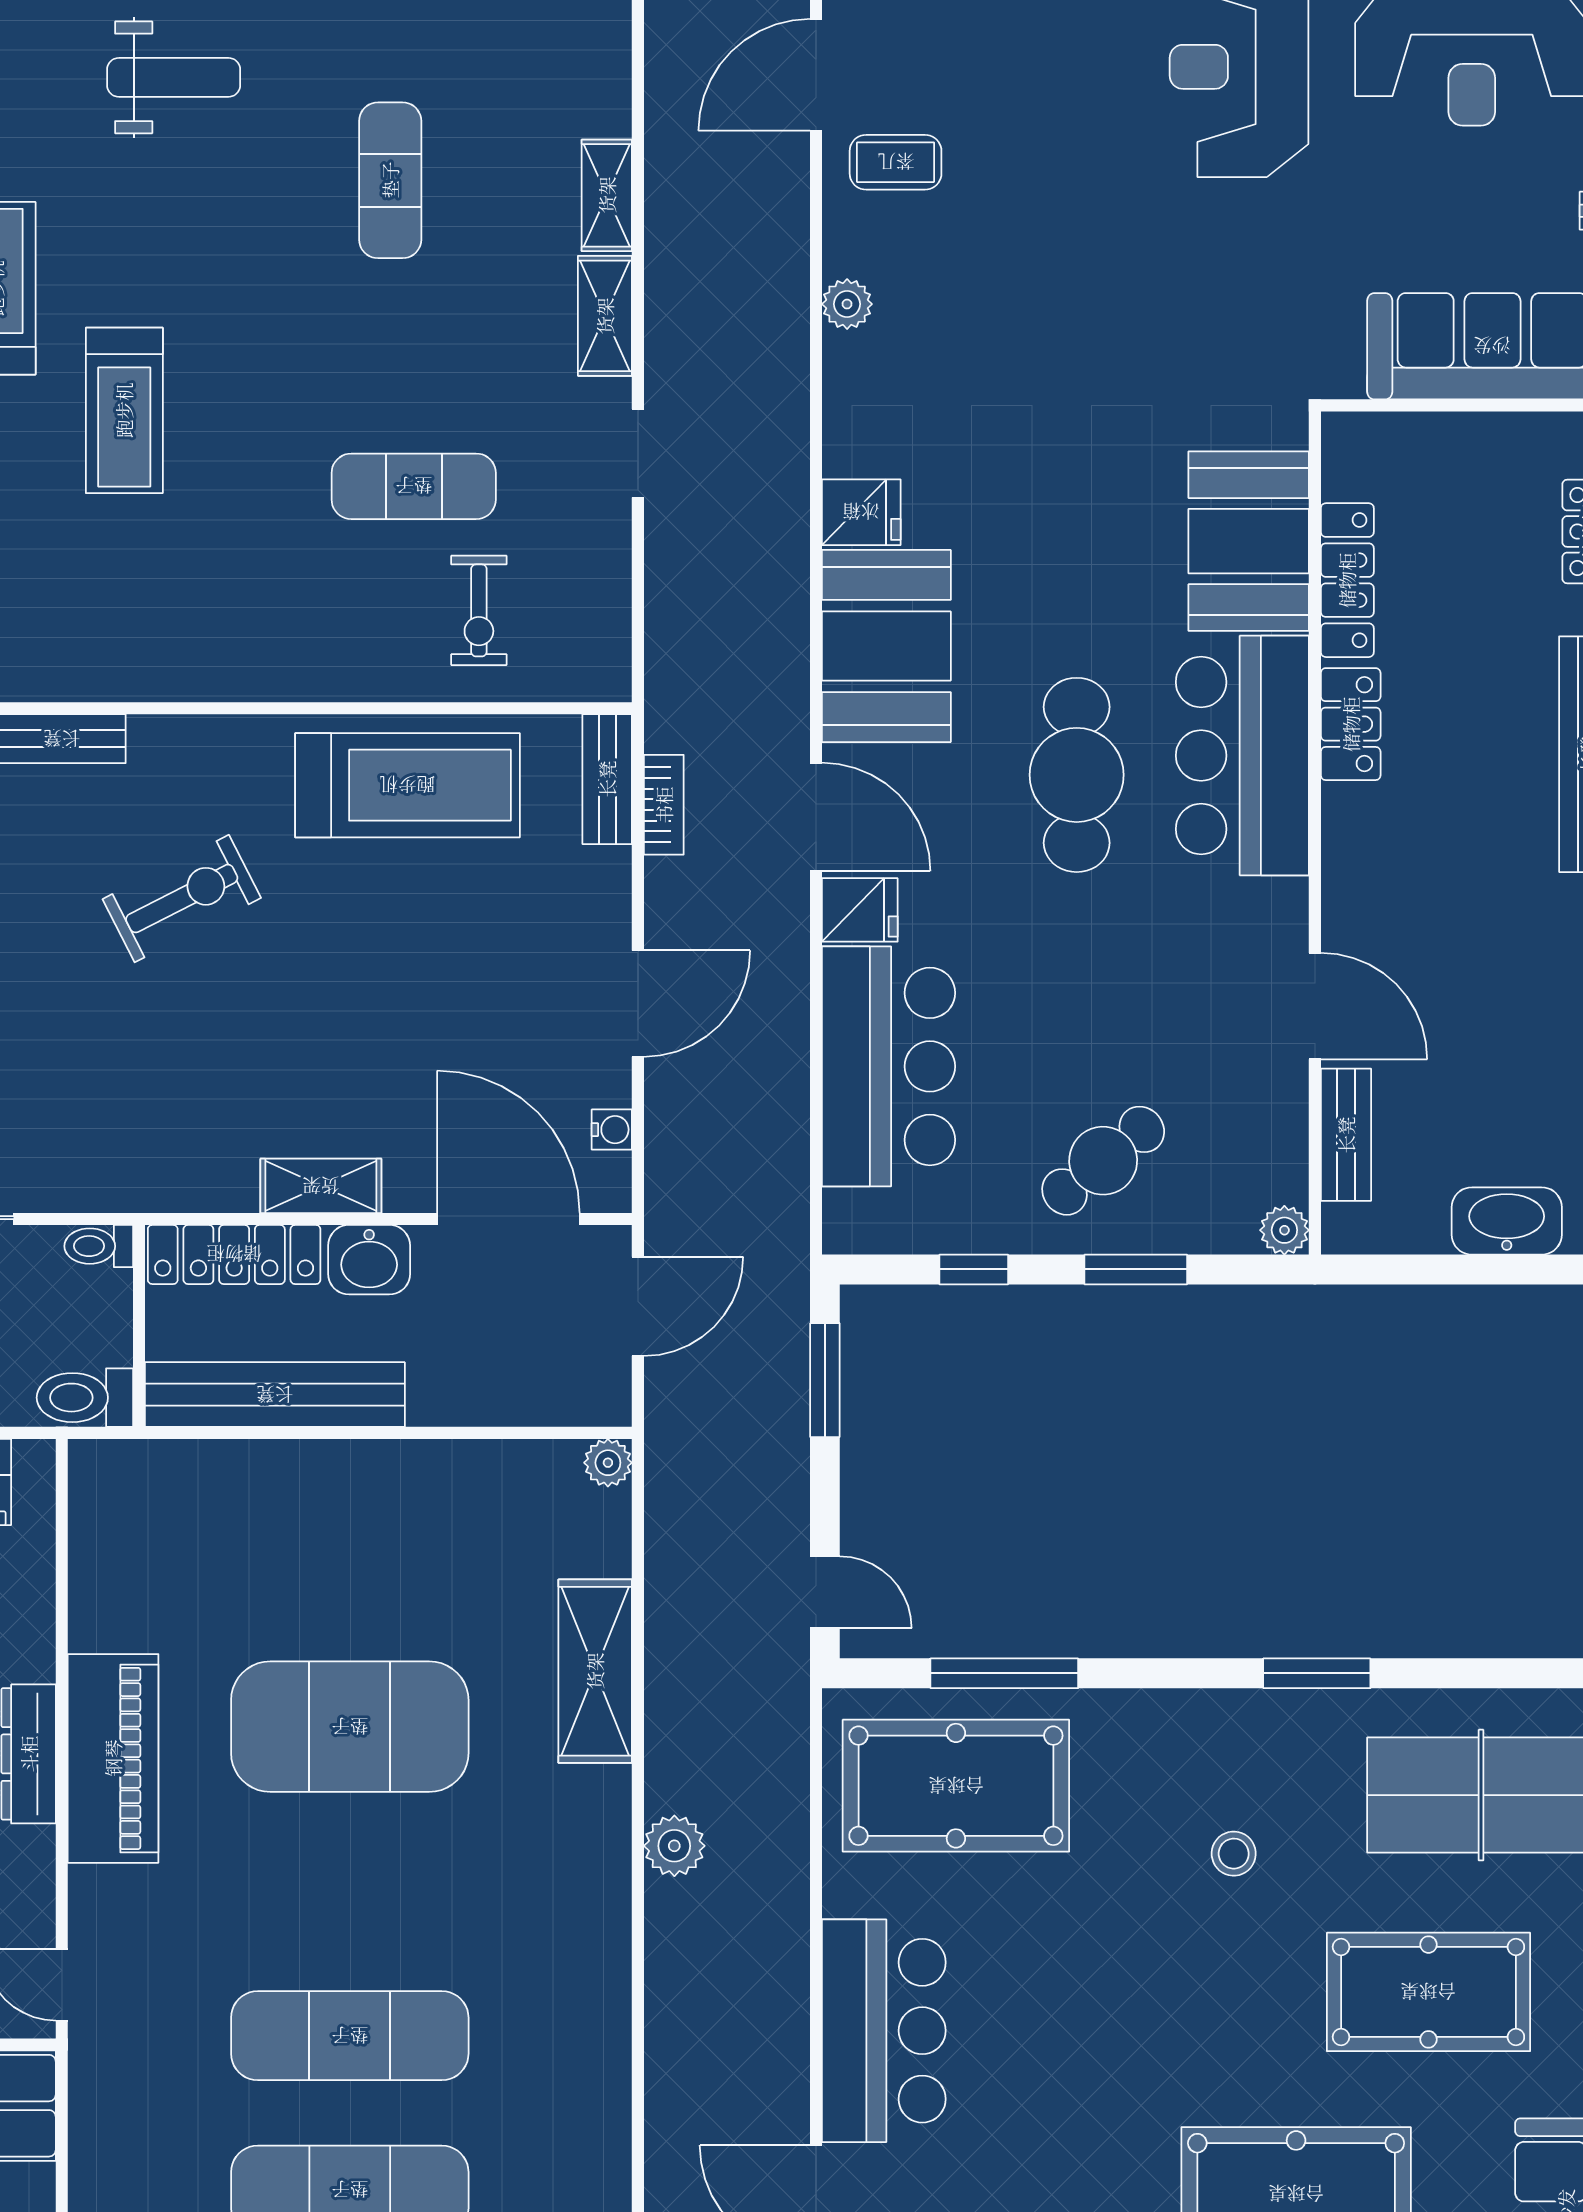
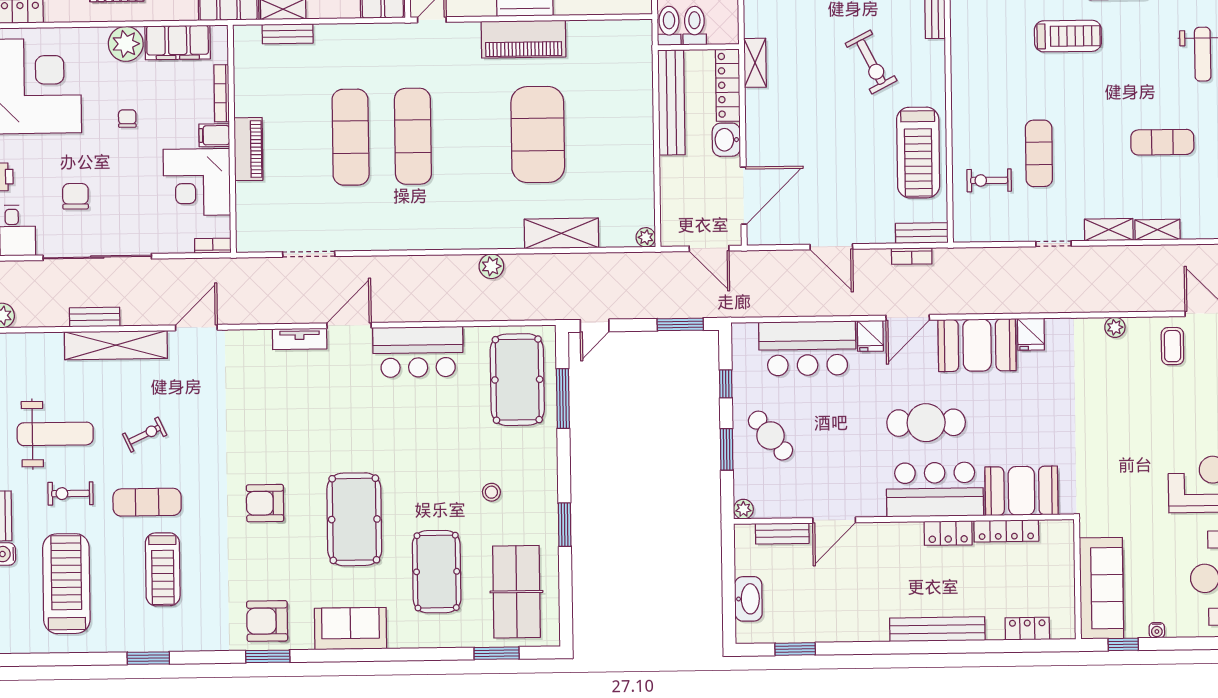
treadmill: (124, 410) -> (1068, 36), turned 180
water cooler: (612, 1130) -> (780, 237), removed
shelving: (321, 1186) -> (755, 63), moved
toilet: (99, 1246) -> (694, 26), moved, width x1.37, depth x1.39

